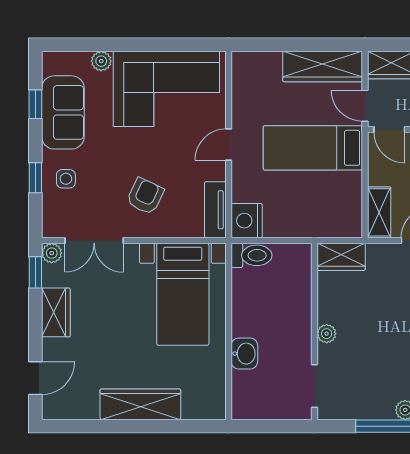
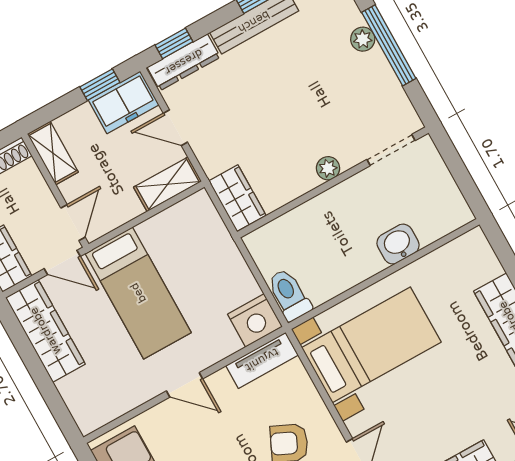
door: (365, 106) -> (62, 263), hinge flipped

